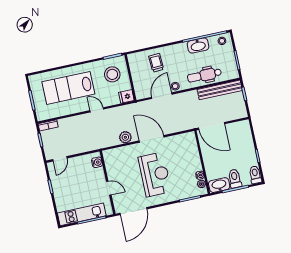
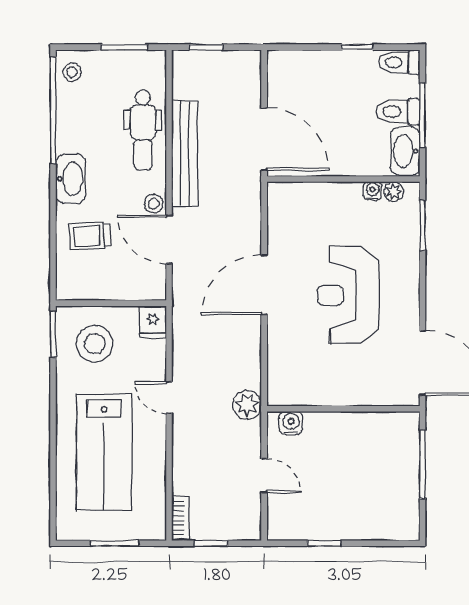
washbasin: (198, 45) -> (71, 179), moved
bench: (220, 90) -> (185, 153), moved
door: (97, 110) -> (169, 398), hinge flipped
door: (212, 126) -> (264, 139), hinge flipped
plant: (125, 137) -> (247, 405), moved
door: (60, 159) -> (264, 476), moved
reception desk: (155, 174) -> (348, 295), turned -90
door: (109, 188) -> (357, 409), removed
kitchen unit: (82, 214) -> (404, 485), removed

